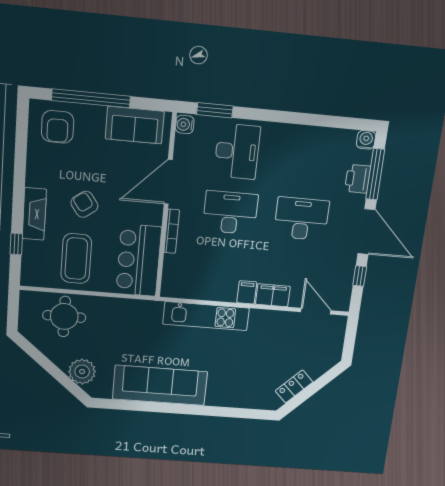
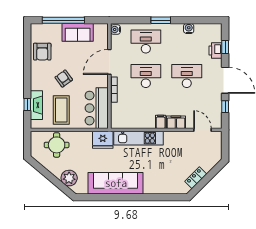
window: (215, 110) -> (161, 20), moved
sofa: (135, 125) -> (78, 32), moved
armchair: (58, 127) -> (42, 52), moved
water cooler: (366, 140) -> (189, 29), moved
desk: (237, 151) -> (146, 42), turned -90
window: (375, 174) -> (225, 47), width x0.46
fireplace: (34, 214) -> (36, 105), moved
fridge: (145, 314) -> (103, 140), added

